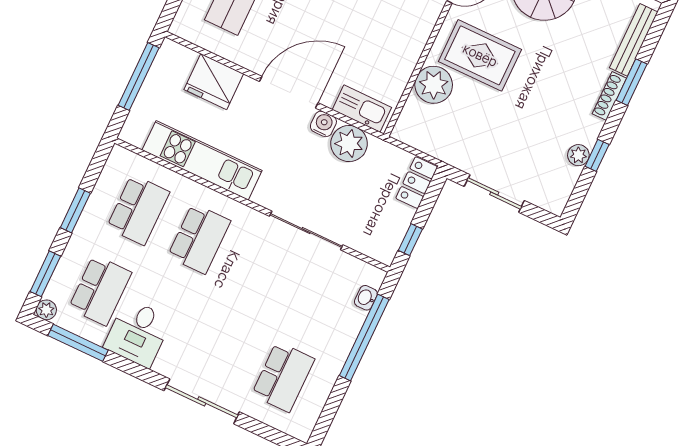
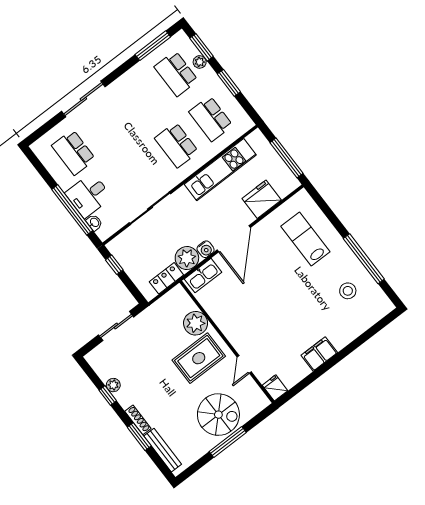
locker: (417, 183) -> (166, 278), moved, turned -90
plant: (46, 310) -> (200, 62), moved
desk: (138, 333) -> (89, 195), moved, turned -90

